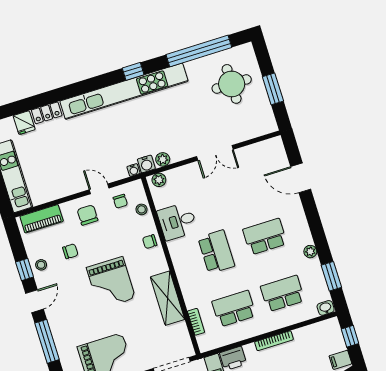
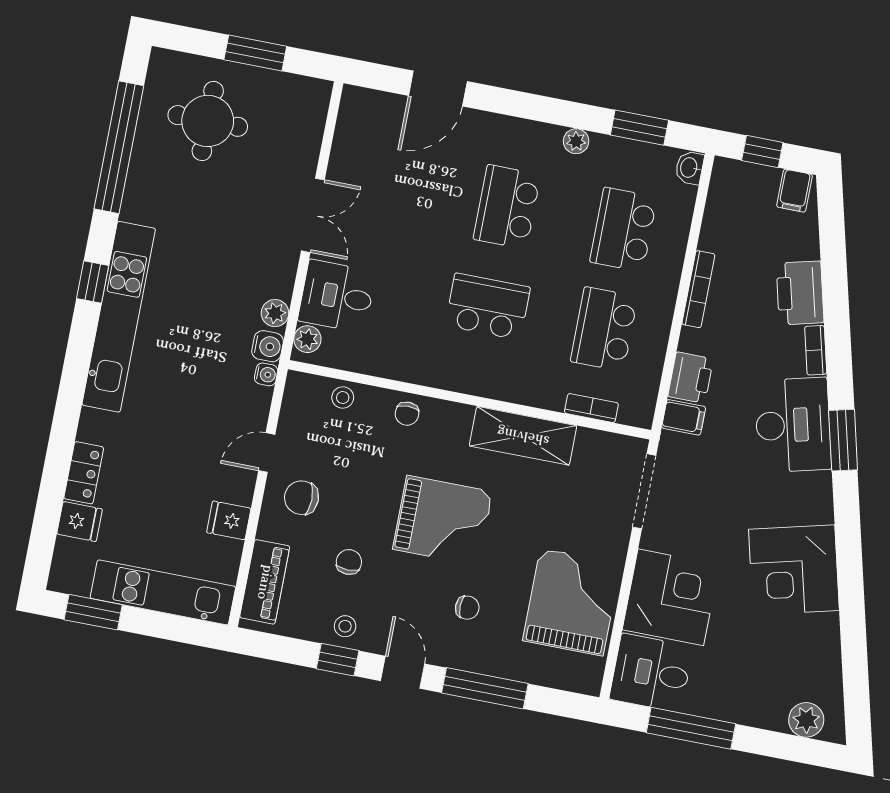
kitchen unit: (124, 91) -> (119, 317), width x0.73
fridge: (60, 188) -> (229, 520), added
chair: (120, 201) -> (467, 608), moved
desk: (177, 221) -> (337, 296), moved, turned 90

